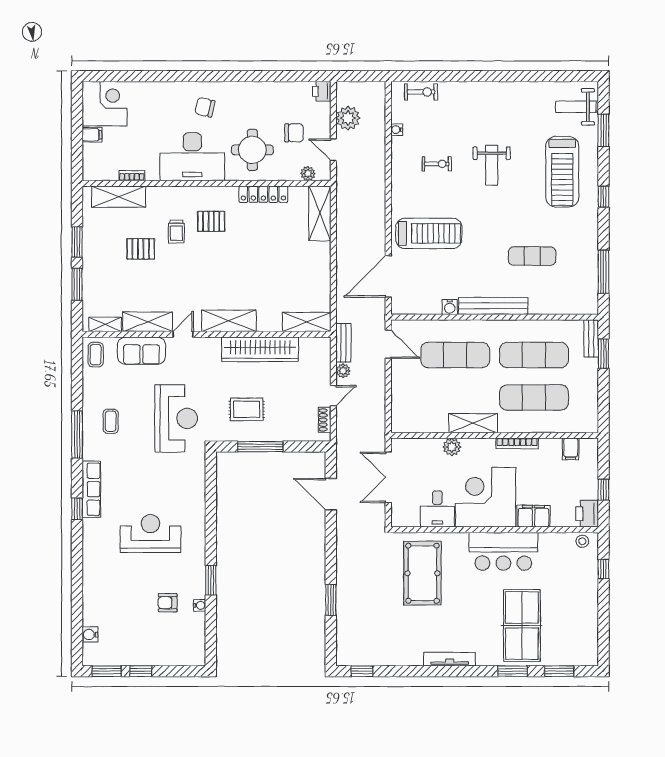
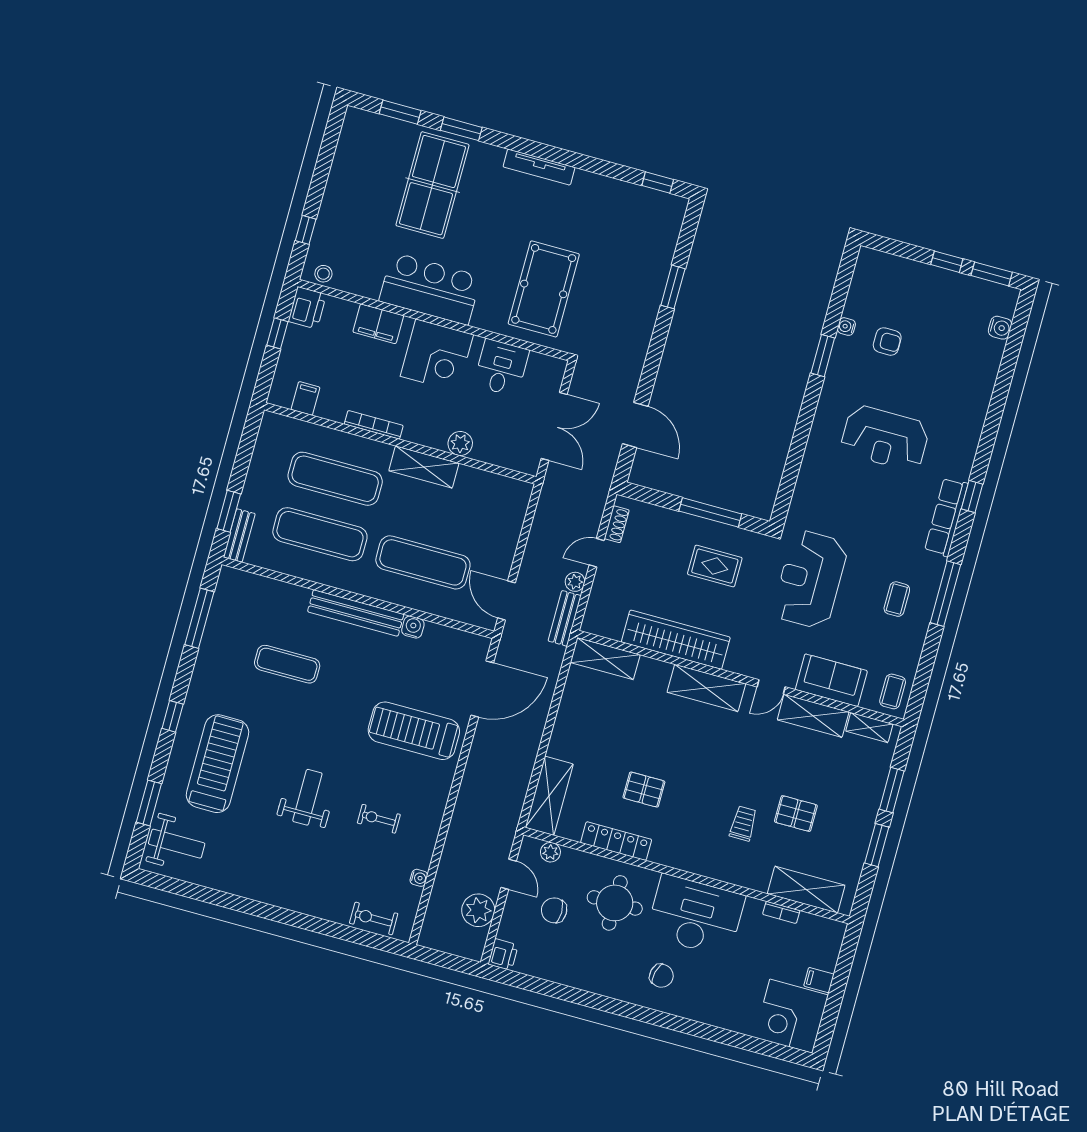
pallet: (211, 221) -> (644, 790), moved
corner desk: (486, 497) -> (437, 355), width x0.74, depth x0.74

